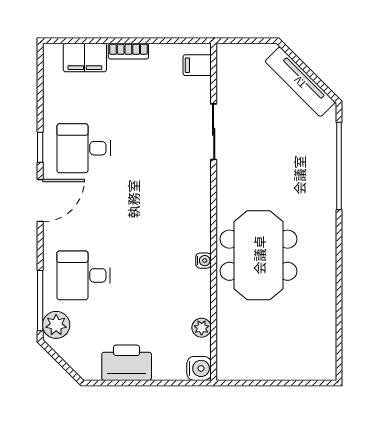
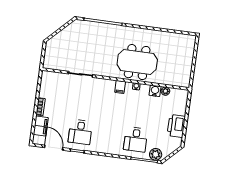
filing cabinet: (197, 65) -> (120, 87), moved
tv unit: (300, 82) -> (64, 34), removed
door: (40, 201) -> (54, 148), moved
water cooler: (199, 368) -> (155, 91), moved

